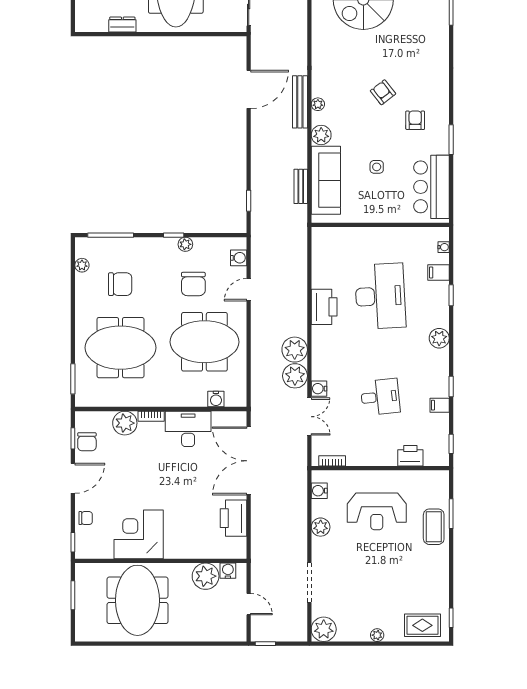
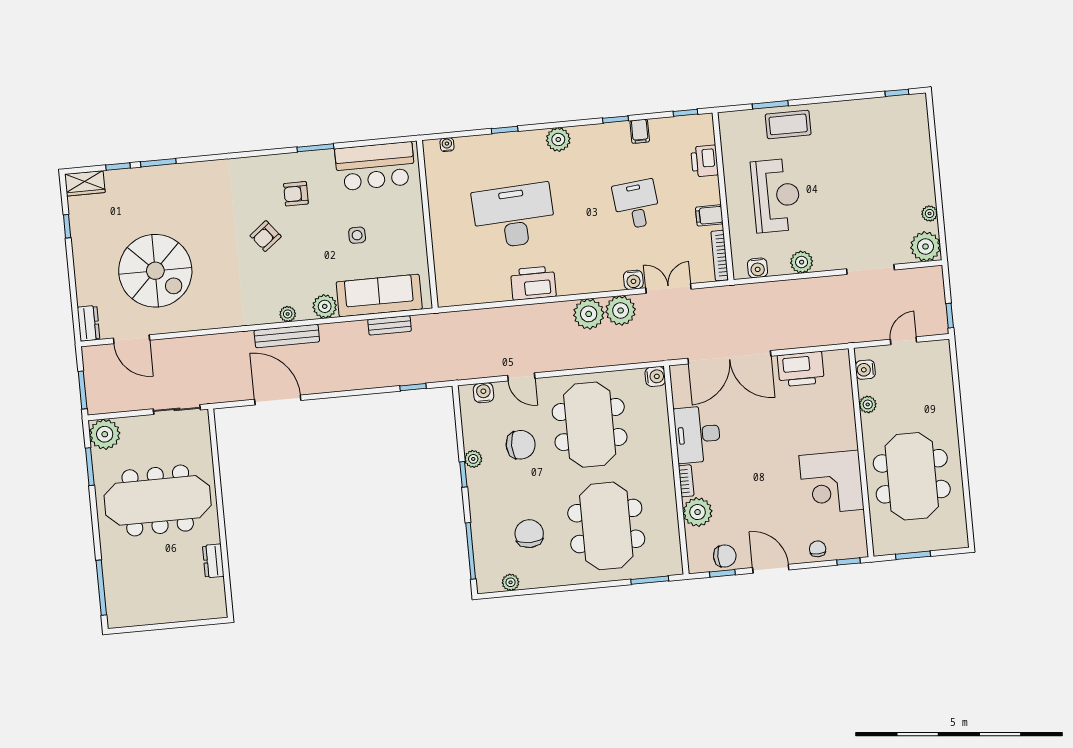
filing cabinet: (438, 272) -> (709, 215), moved, turned 90
water cooler: (216, 399) -> (655, 376), moved
bookcase: (332, 461) -> (720, 256), width x1.56
plant: (206, 576) -> (868, 404), width x0.53, depth x0.53
meeting table: (137, 600) -> (912, 476), turned 90
rug: (422, 625) -> (909, 127), removed
plant: (377, 635) -> (930, 214), moved

